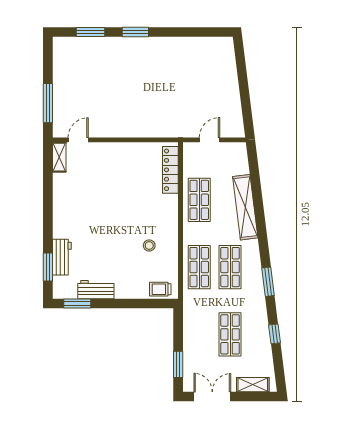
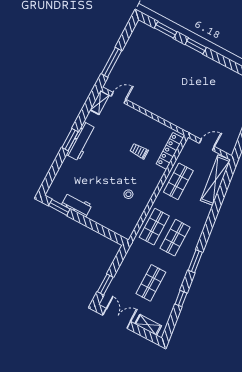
shelving: (245, 207) -> (215, 180), moved
workbench: (62, 257) -> (81, 141), moved, width x1.38
window: (48, 267) -> (70, 140), moved
trolley: (160, 289) -> (139, 151), moved

